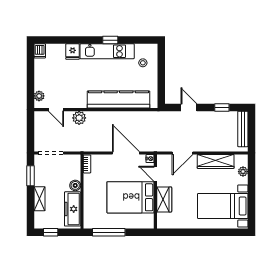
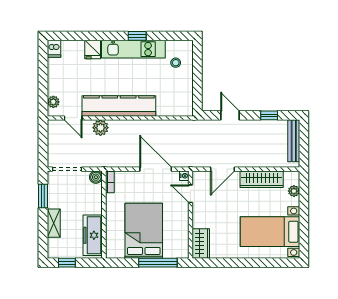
kitchen counter: (118, 99) -> (119, 106), moved
boiler: (75, 185) -> (96, 177), moved
bed: (131, 197) -> (144, 231), moved, turned 90
wardrobe: (164, 199) -> (201, 243), moved
window: (109, 232) -> (158, 263), moved

